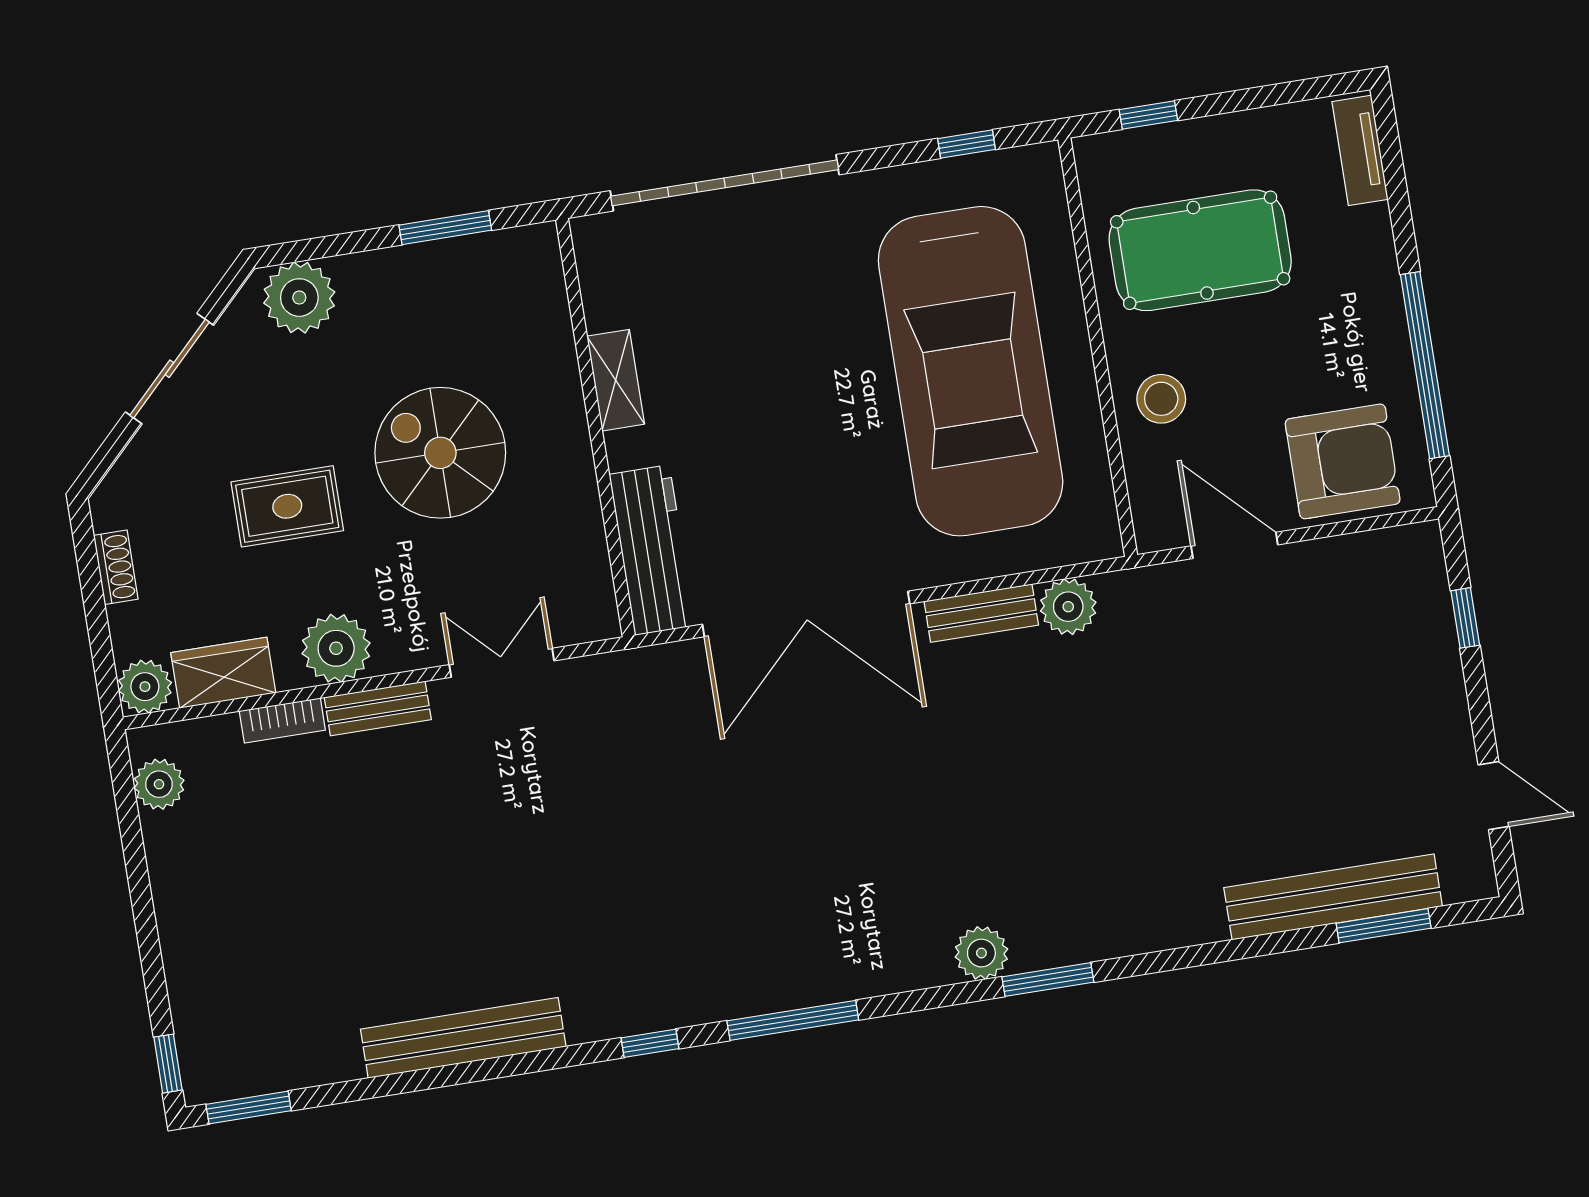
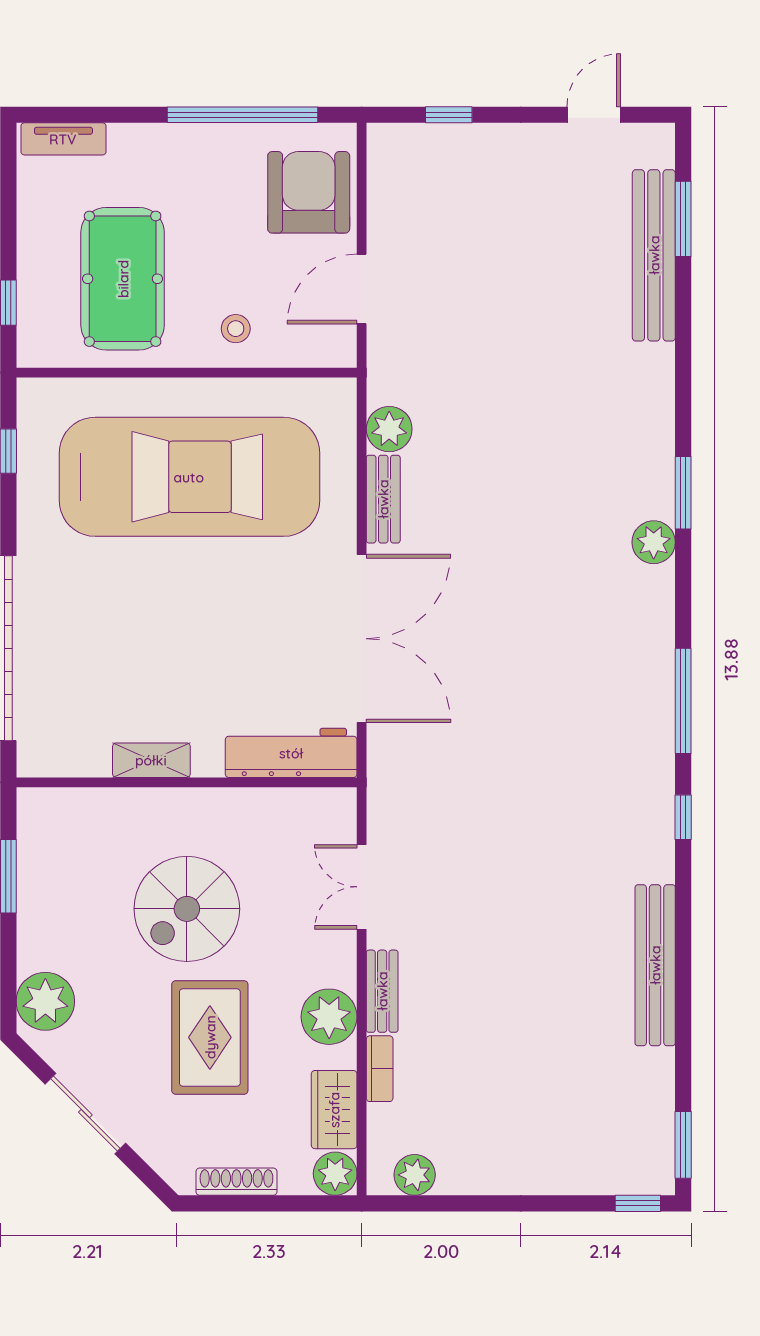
stool: (1161, 399) -> (236, 329), width x0.73, depth x0.73
rug: (287, 506) -> (210, 1037), width x1.36, depth x1.43
shoe rack: (116, 567) -> (236, 1182), width x1.43

